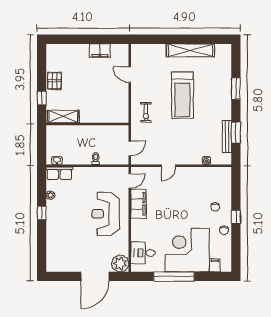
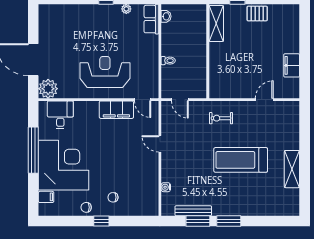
shelving: (190, 50) -> (292, 169), width x0.68
window: (236, 88) -> (229, 221), moved

